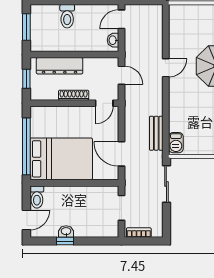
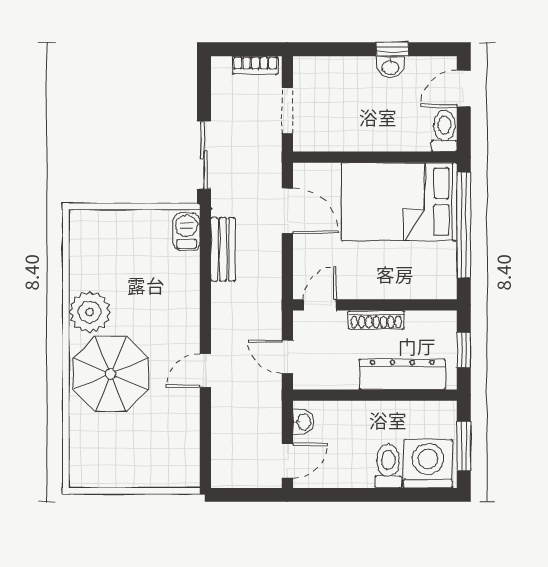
washing machine: (46, 18) -> (428, 464), added

